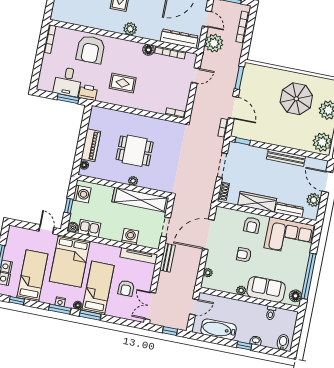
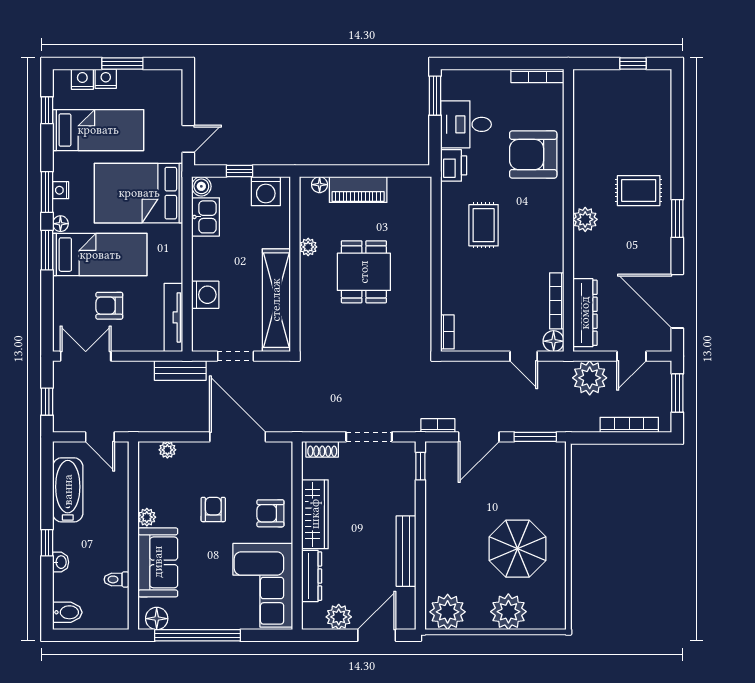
floor lamp: (148, 50) -> (554, 341), moved
window: (68, 99) -> (435, 96), moved
plant: (133, 181) -> (308, 247), moved

